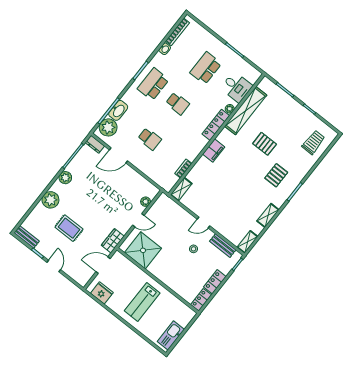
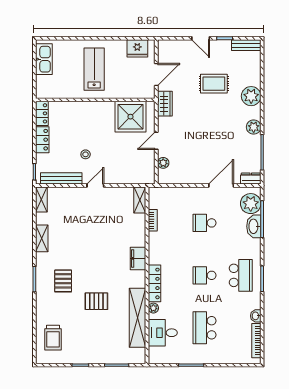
school desk: (206, 68) -> (205, 328), turned 180
bench: (223, 246) -> (61, 178), width x1.36

